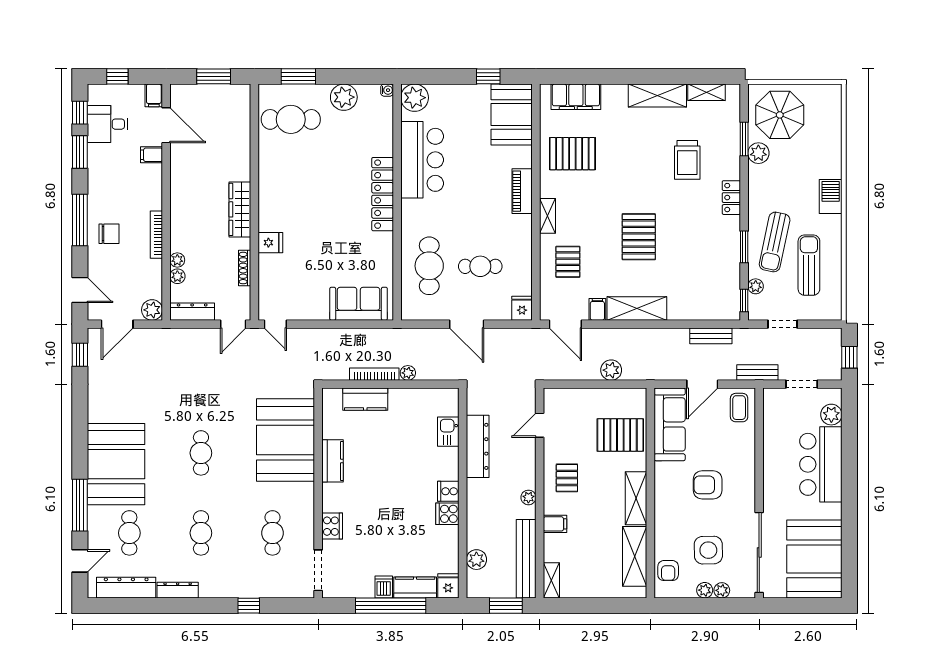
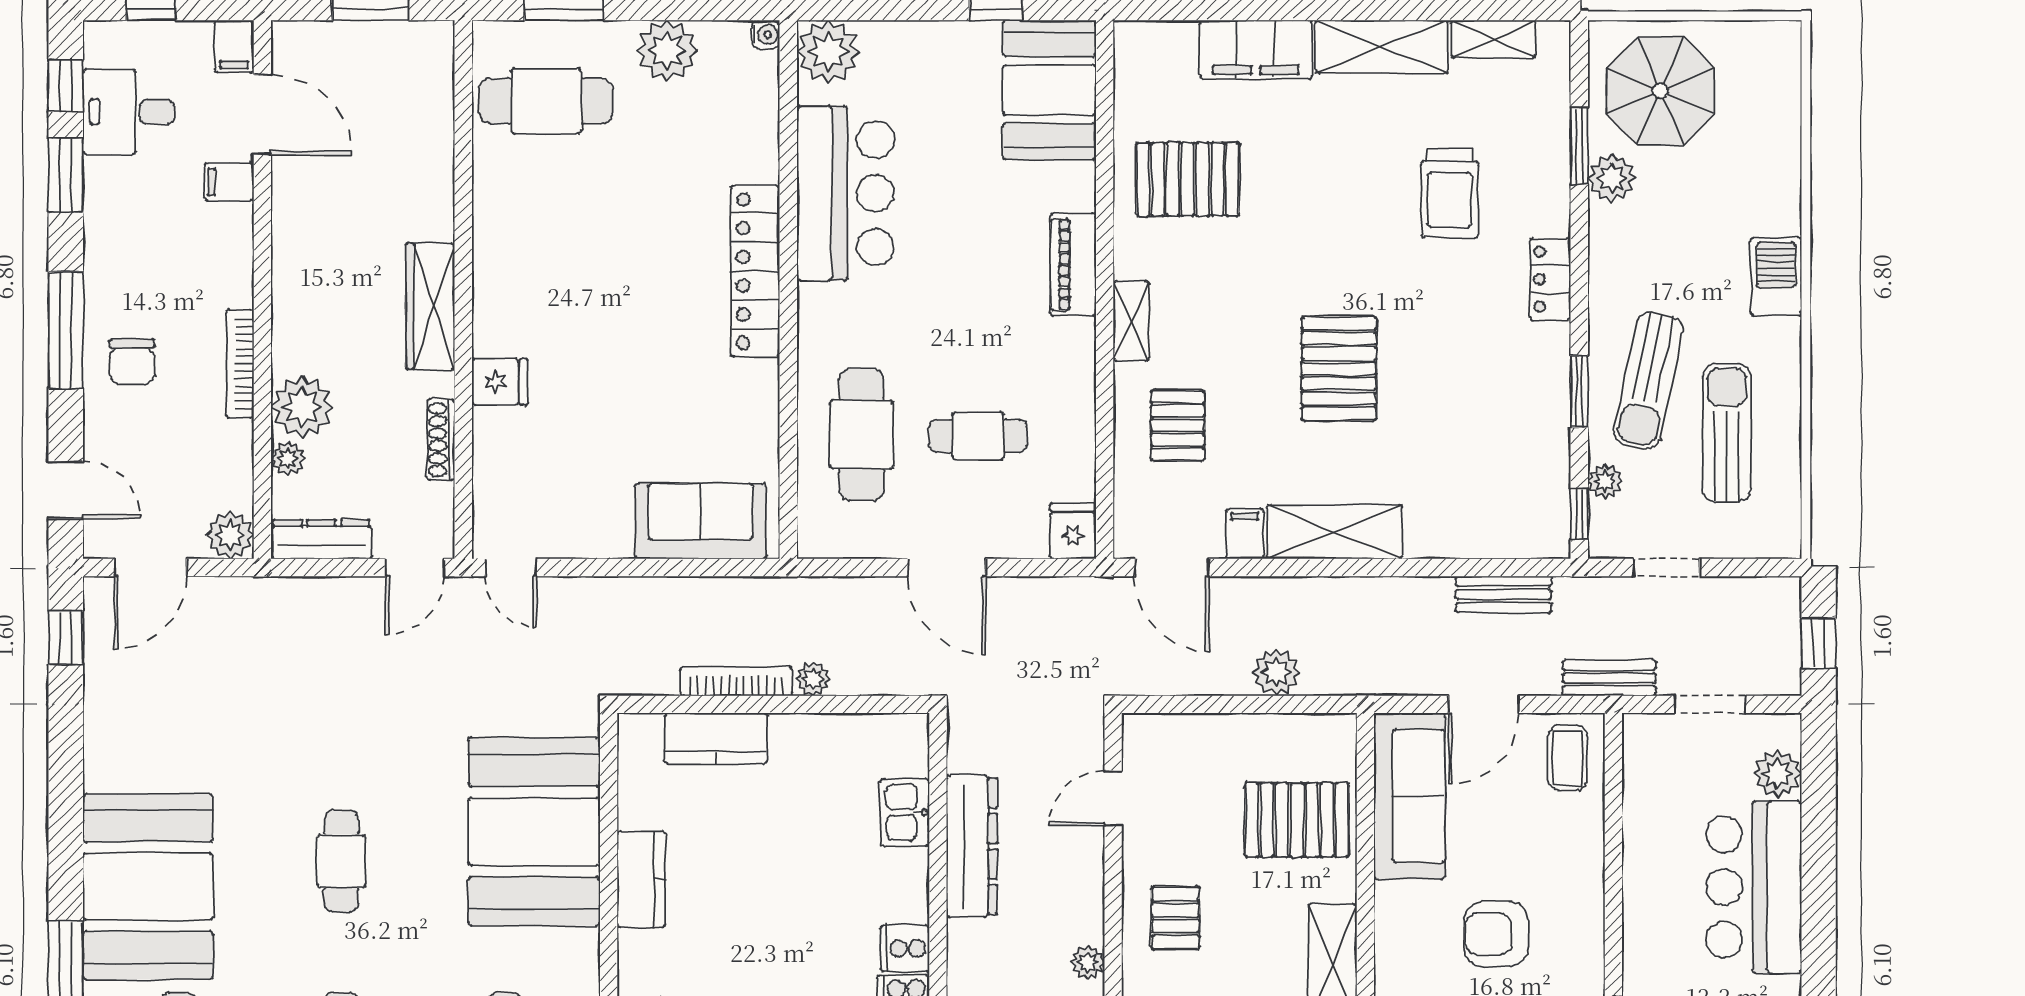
filing cabinet: (576, 97) -> (1256, 49), moved
chair: (109, 234) -> (132, 362), turned 90
plant: (177, 260) -> (302, 407), width x1.87, depth x1.87

